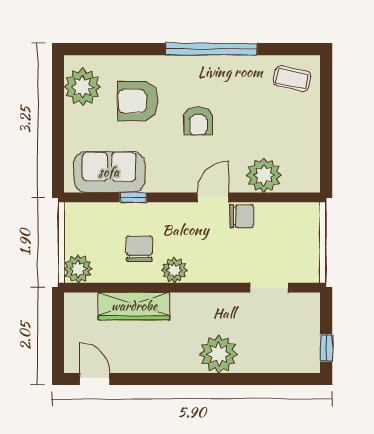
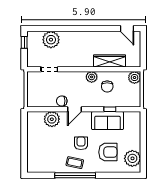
coffee table: (292, 79) -> (75, 163), moved
sofa: (109, 172) -> (107, 121), moved
plant: (219, 354) -> (51, 40), moved

